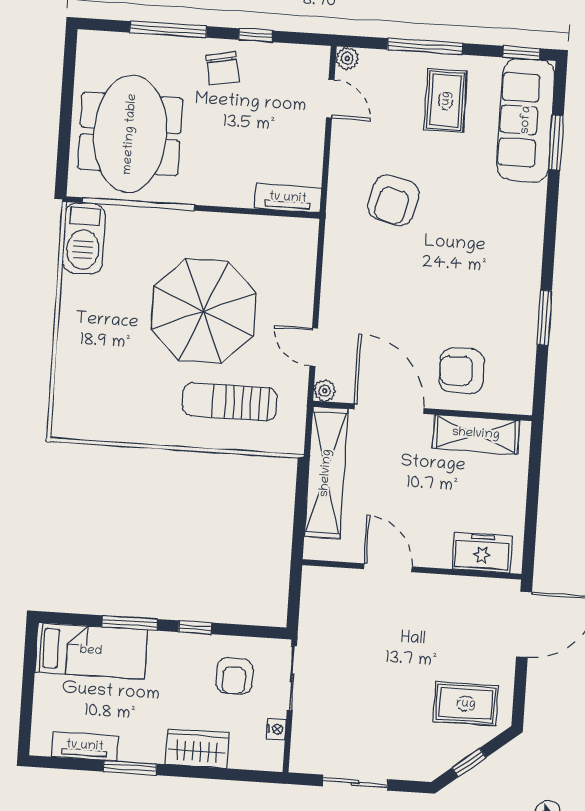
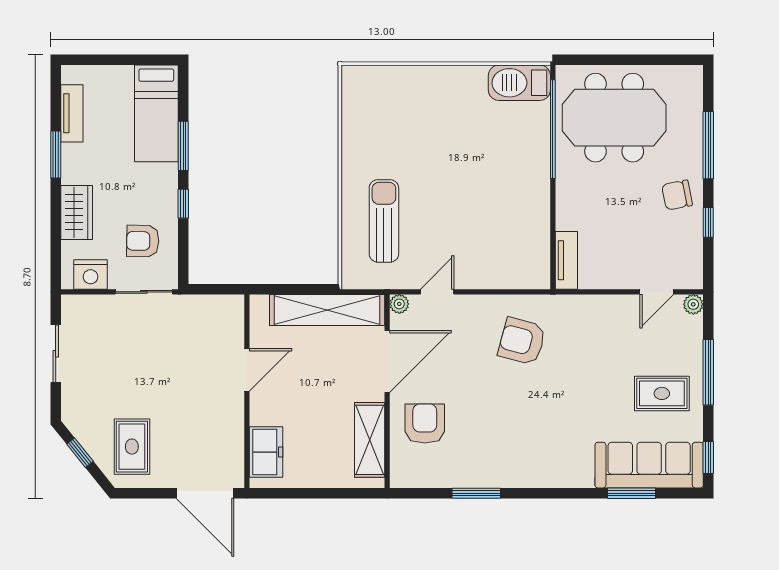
armchair: (393, 200) -> (522, 341), moved
parasol: (203, 311) -> (462, 192), removed
nightstand: (276, 729) -> (90, 274), width x1.89, depth x1.79

